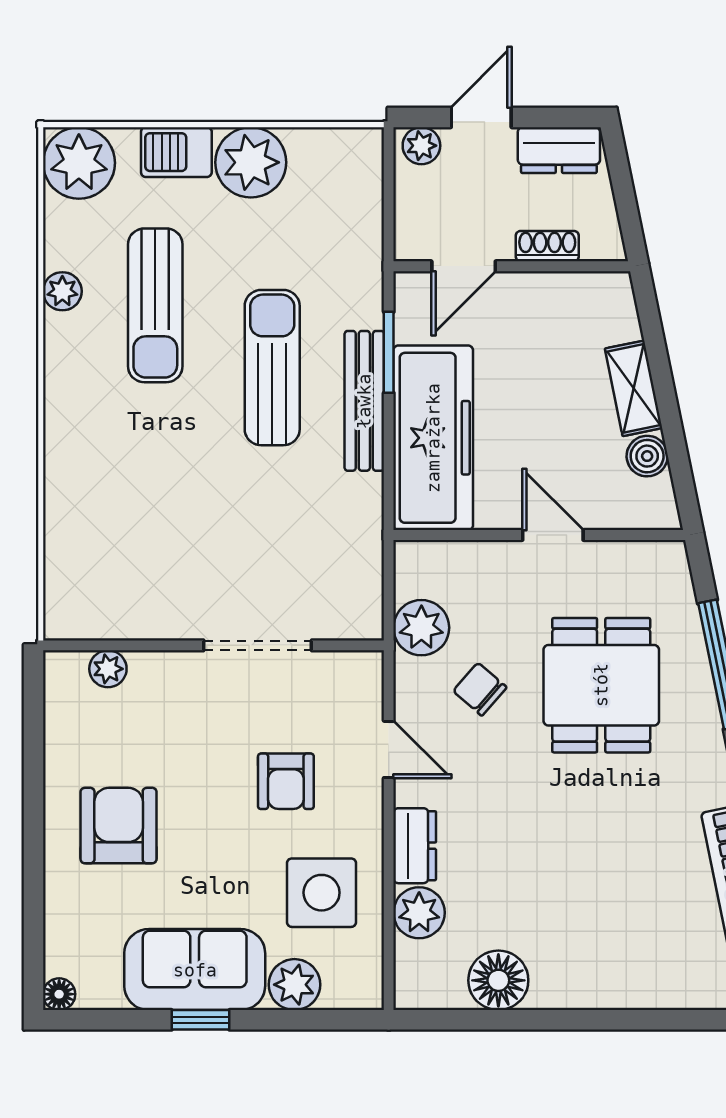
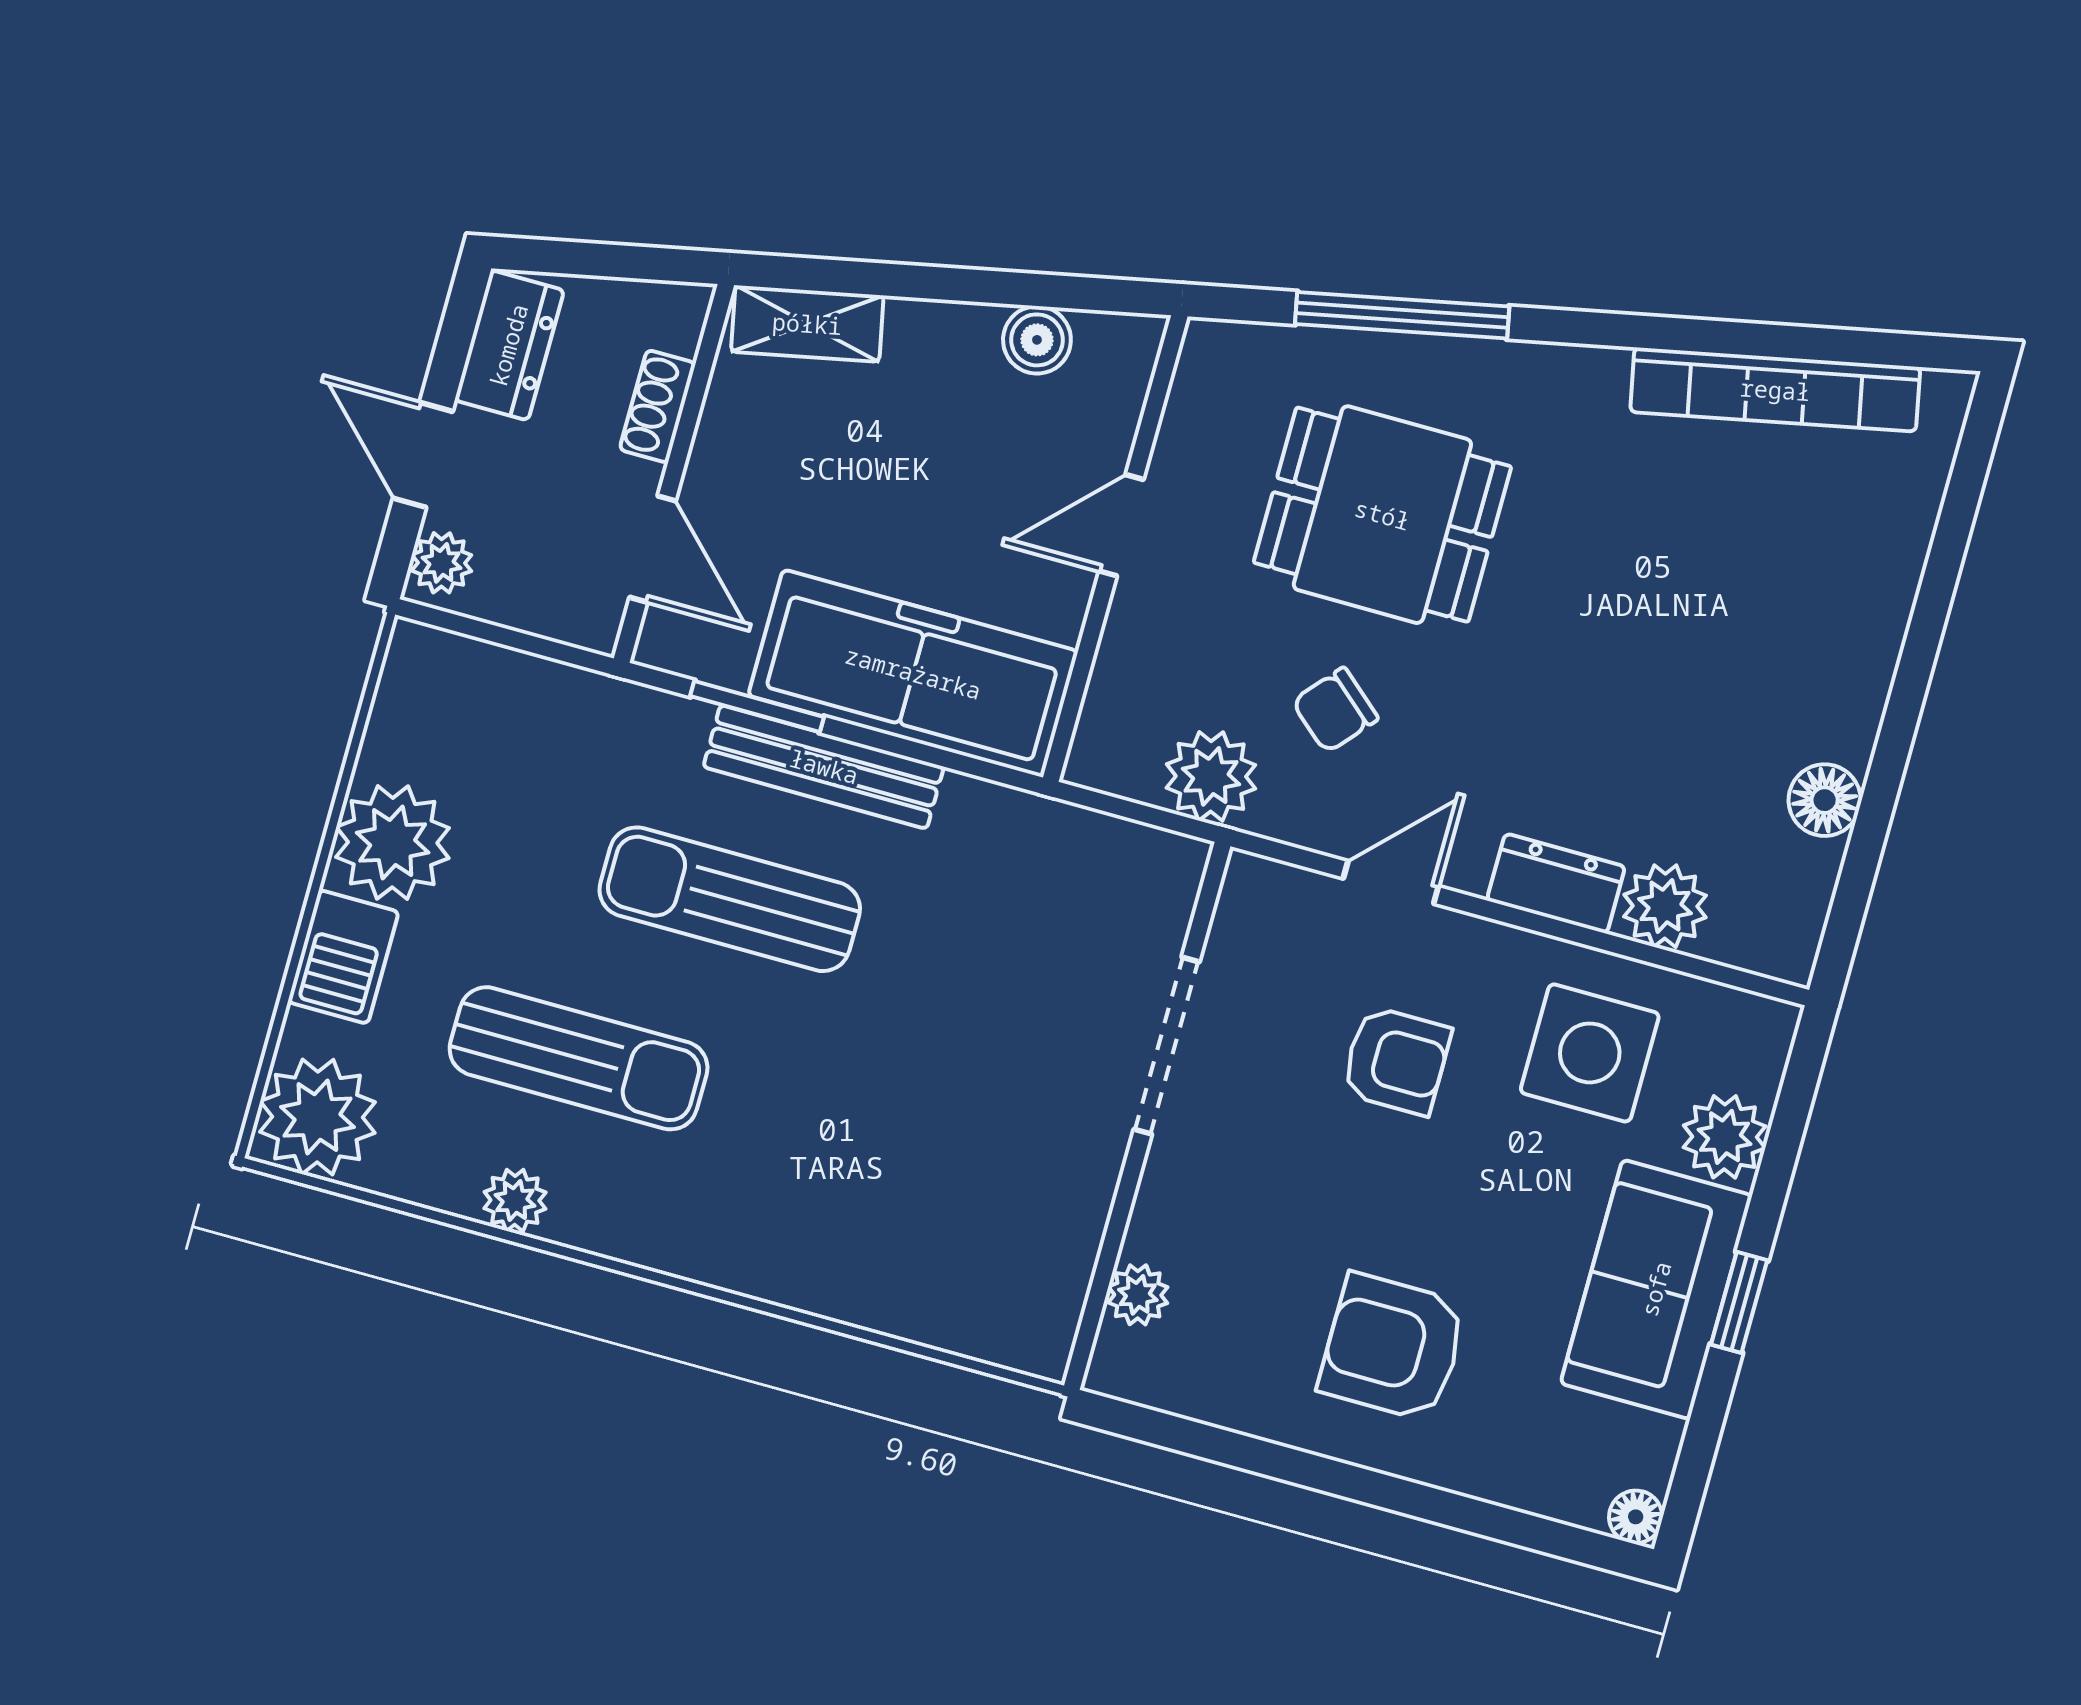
shelving: (634, 388) -> (807, 324), moved
floor lamp: (498, 980) -> (1825, 800), width x0.73, depth x0.73

